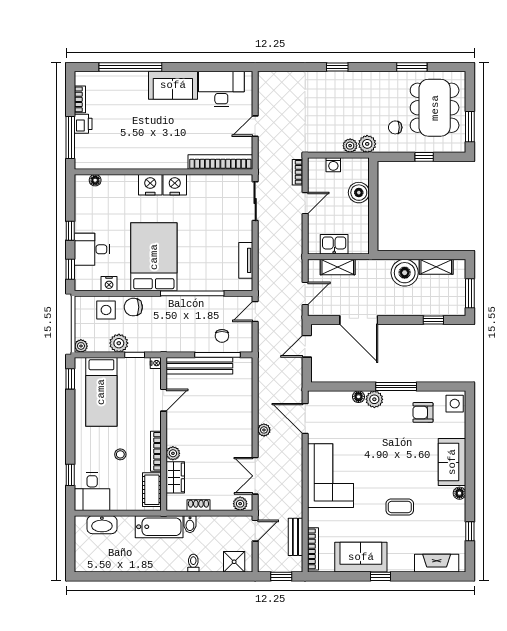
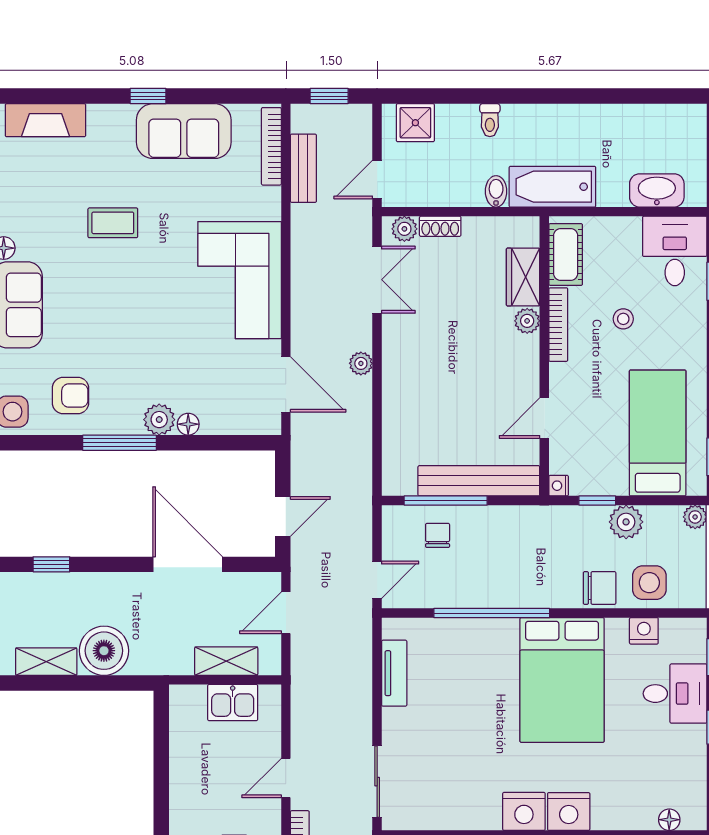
boiler: (359, 193) -> (188, 797), removed
shoe rack: (198, 505) -> (440, 226), moved

